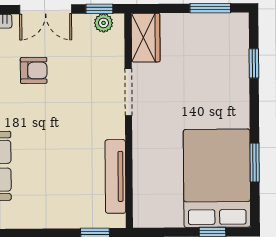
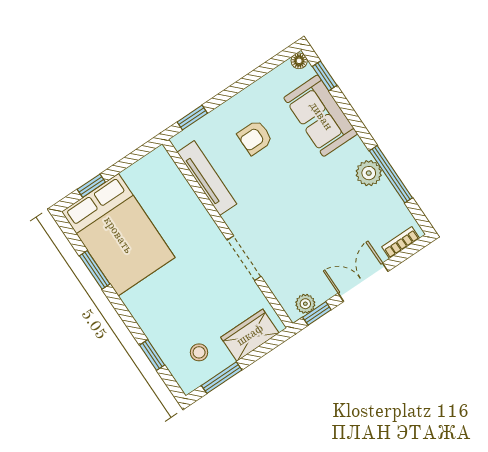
wardrobe: (146, 38) -> (250, 335), moved, turned 90
stool: (215, 41) -> (199, 352), added
armchair: (34, 70) -> (255, 137), moved

